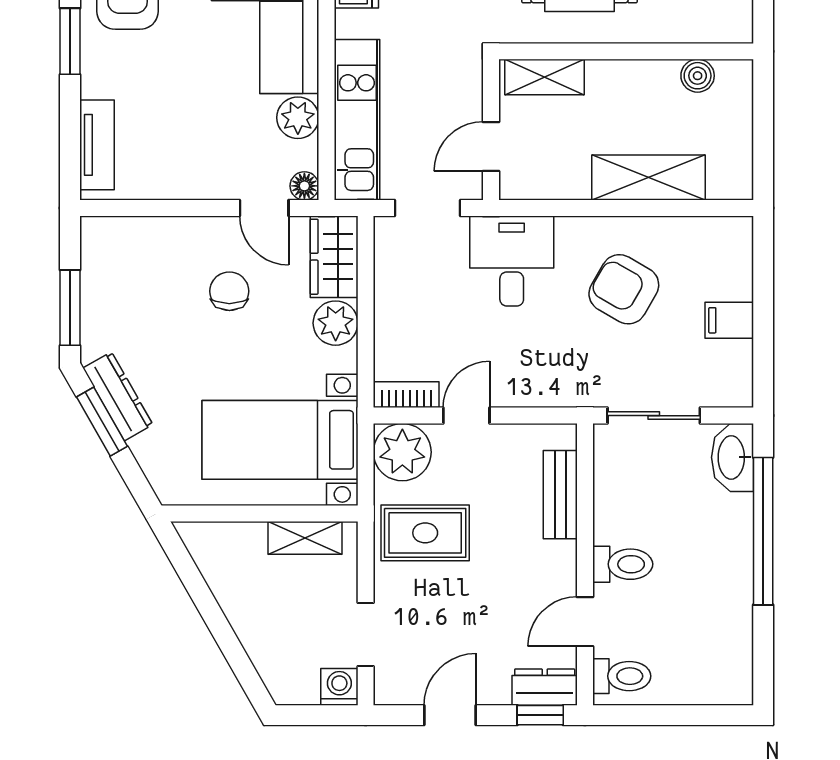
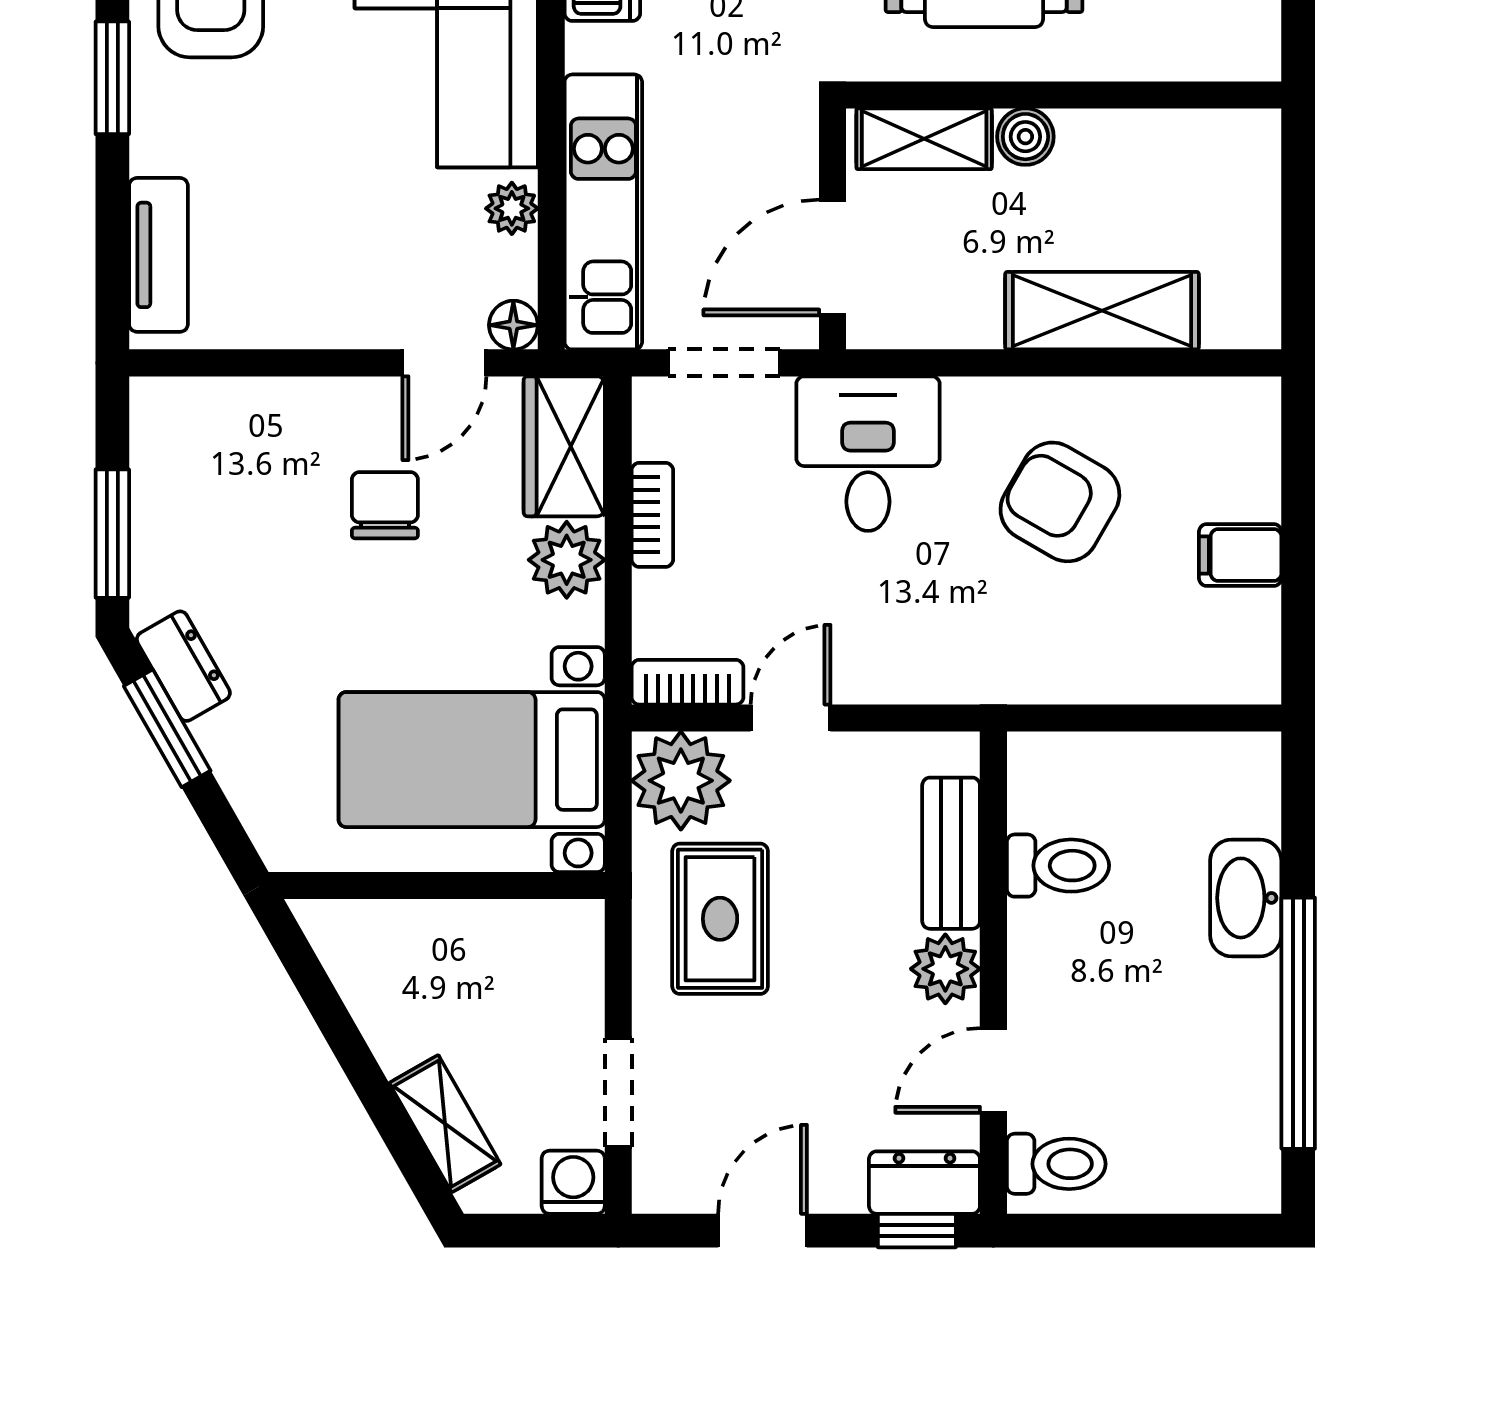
boiler: (698, 76) -> (1025, 137), moved
plant: (298, 118) -> (512, 208), width x0.73, depth x0.73
door: (491, 146) -> (833, 258), width x1.38
door: (264, 208) -> (444, 363), hinge flipped
bookcase: (386, 297) -> (652, 515), added
dresser: (118, 396) -> (183, 666), width x0.70
sliding door: (654, 416) -> (1111, 718), removed
washbasin: (732, 457) -> (1246, 898), moved
window: (763, 531) -> (1298, 1023), moved
rug: (425, 533) -> (720, 919), turned 90
shelving: (305, 538) -> (445, 1124), moved, turned 60
plant: (557, 562) -> (945, 969), added
toilet: (623, 564) -> (1058, 866), moved

